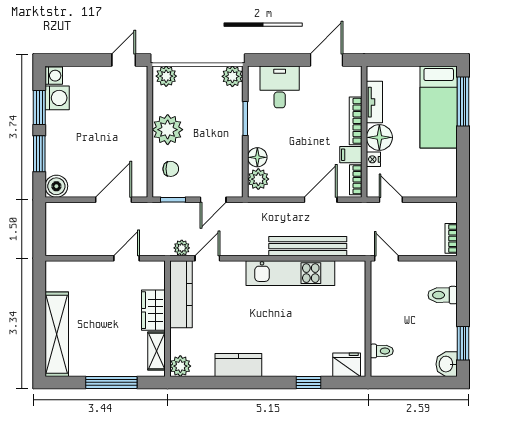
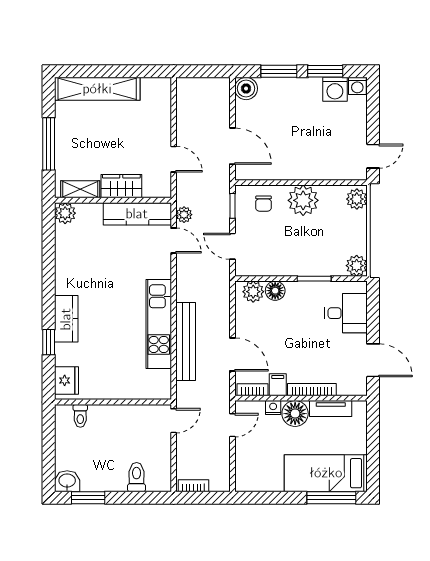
door: (124, 60) -> (373, 156), hinge flipped
kitchen counter: (238, 365) -> (66, 319), moved

